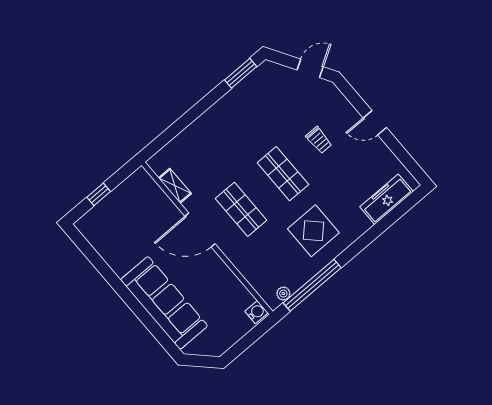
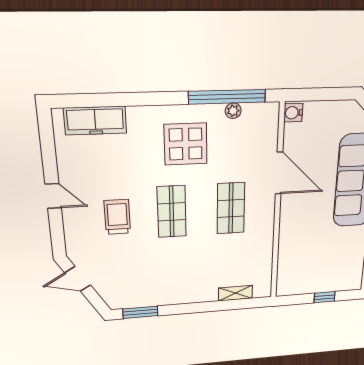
trolley: (319, 140) -> (117, 217), width x1.36, depth x1.39
shelving: (175, 186) -> (235, 293), moved, turned 90
door: (200, 230) -> (279, 173), moved
plant: (283, 294) -> (233, 111), moved

